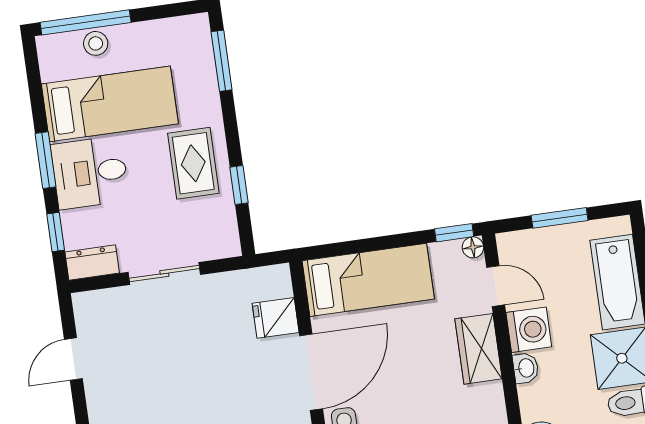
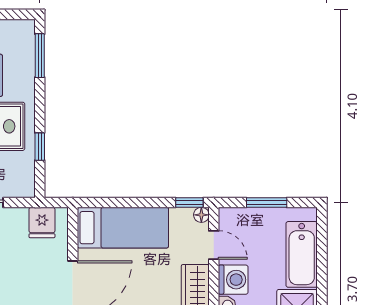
fridge: (276, 318) -> (42, 223), moved, turned -90

